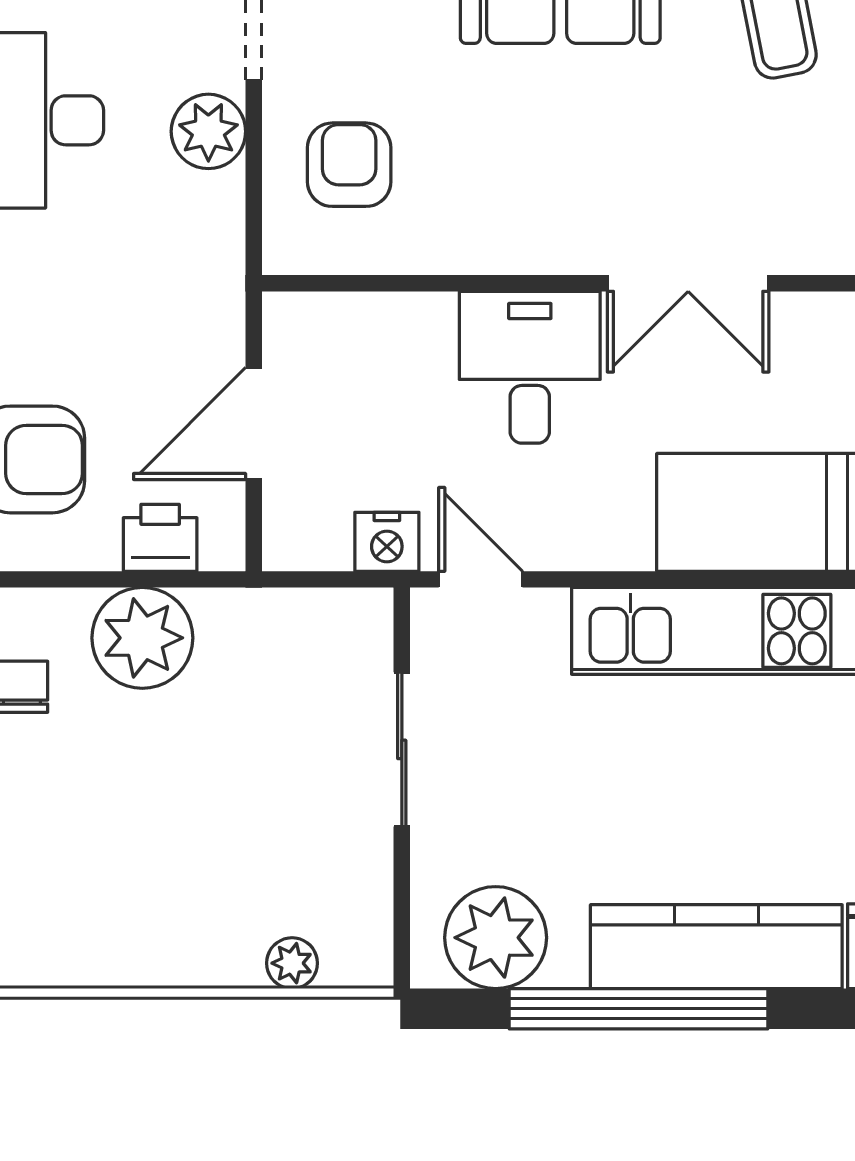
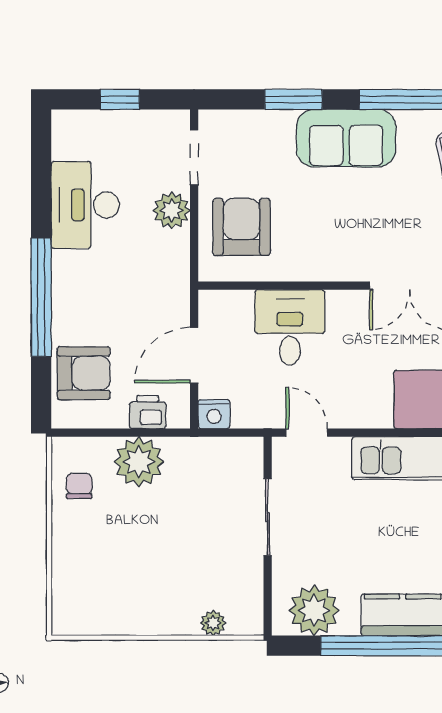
armchair: (349, 165) -> (241, 227), width x1.38, depth x1.38
desk: (530, 367) -> (290, 327), moved
nightstand: (387, 542) -> (214, 414), moved

